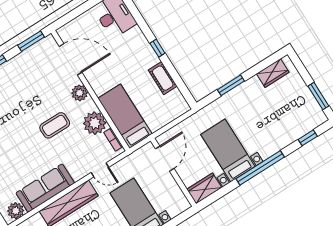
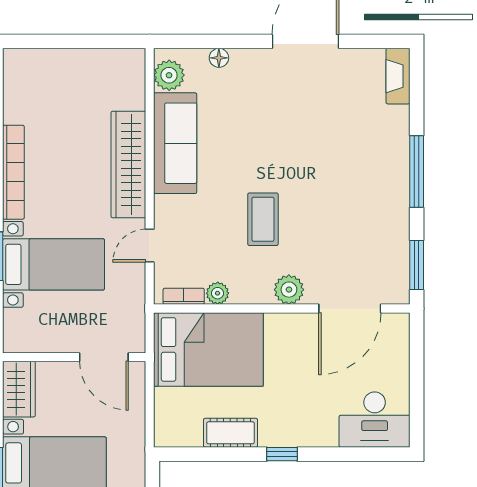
bed: (125, 116) -> (208, 349), width x1.50
plant: (95, 123) -> (218, 293), width x0.53, depth x0.53

